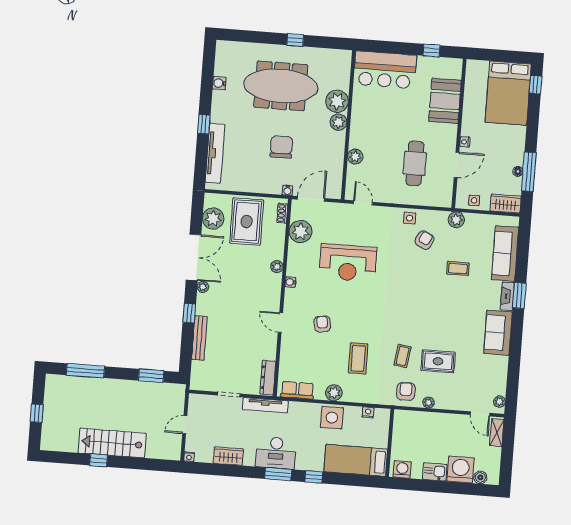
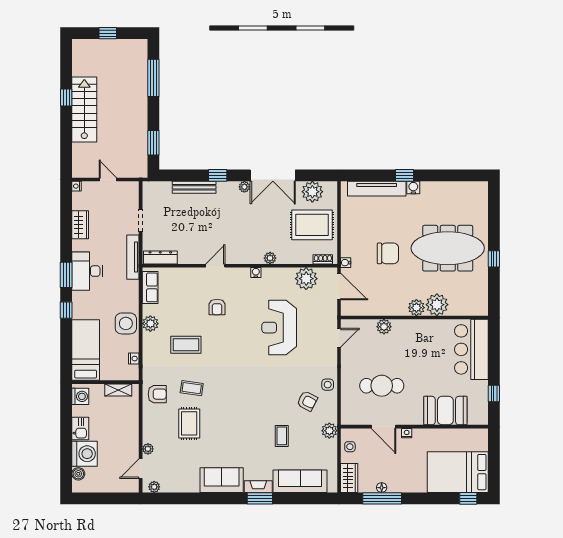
water cooler: (219, 83) -> (413, 188), moved
meeting table: (281, 86) -> (448, 248), turned 90
armchair: (322, 324) -> (217, 307), turned 99
plant: (429, 403) -> (148, 449), moved
shelving: (497, 433) -> (118, 390), moved

